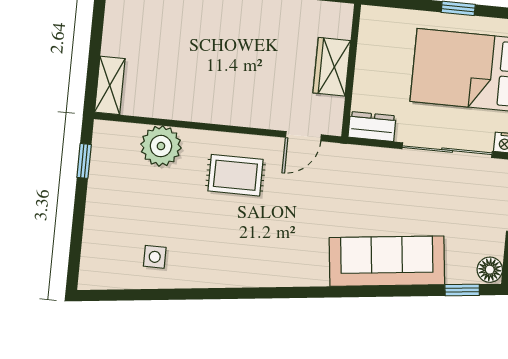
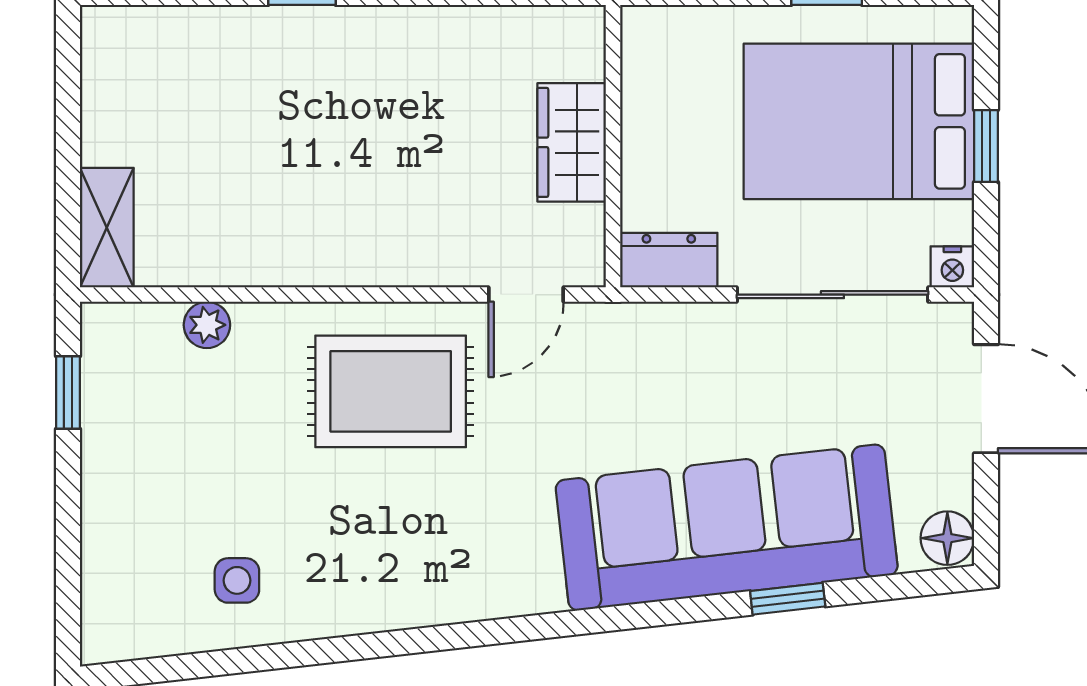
plant: (161, 146) -> (207, 325), width x0.53, depth x0.53
rug: (235, 175) -> (391, 391), width x1.36, depth x1.43
sofa: (387, 261) -> (727, 527), width x1.36, depth x1.27
window: (462, 290) -> (788, 599), moved

